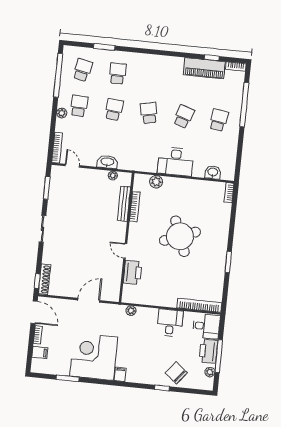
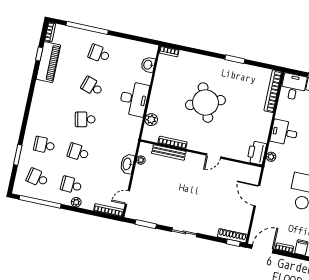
printer: (133, 272) -> (257, 153), moved, turned -90
desk: (170, 323) -> (284, 133), moved

